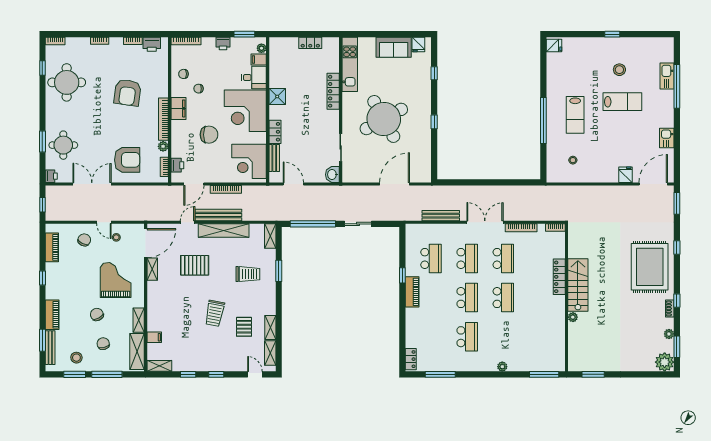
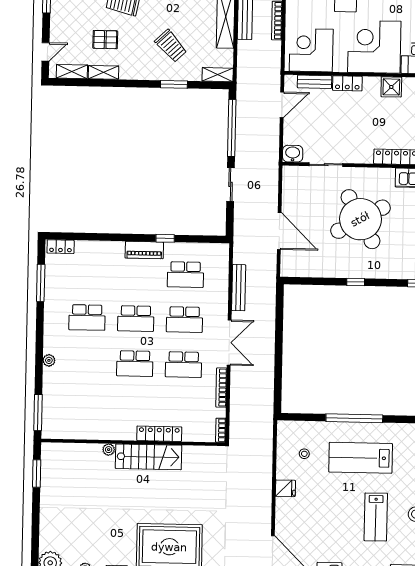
lab bench: (575, 115) -> (361, 458), width x1.36, depth x1.39
fridge: (625, 175) -> (285, 488), moved
trolley: (248, 274) -> (171, 46), turned -43

